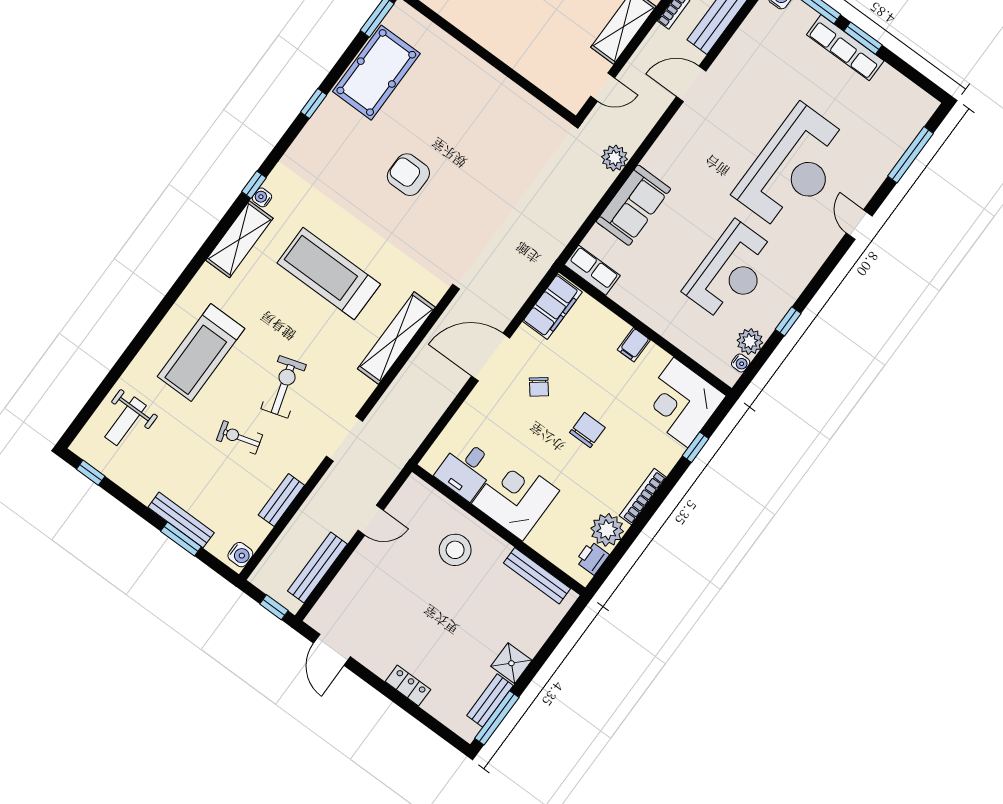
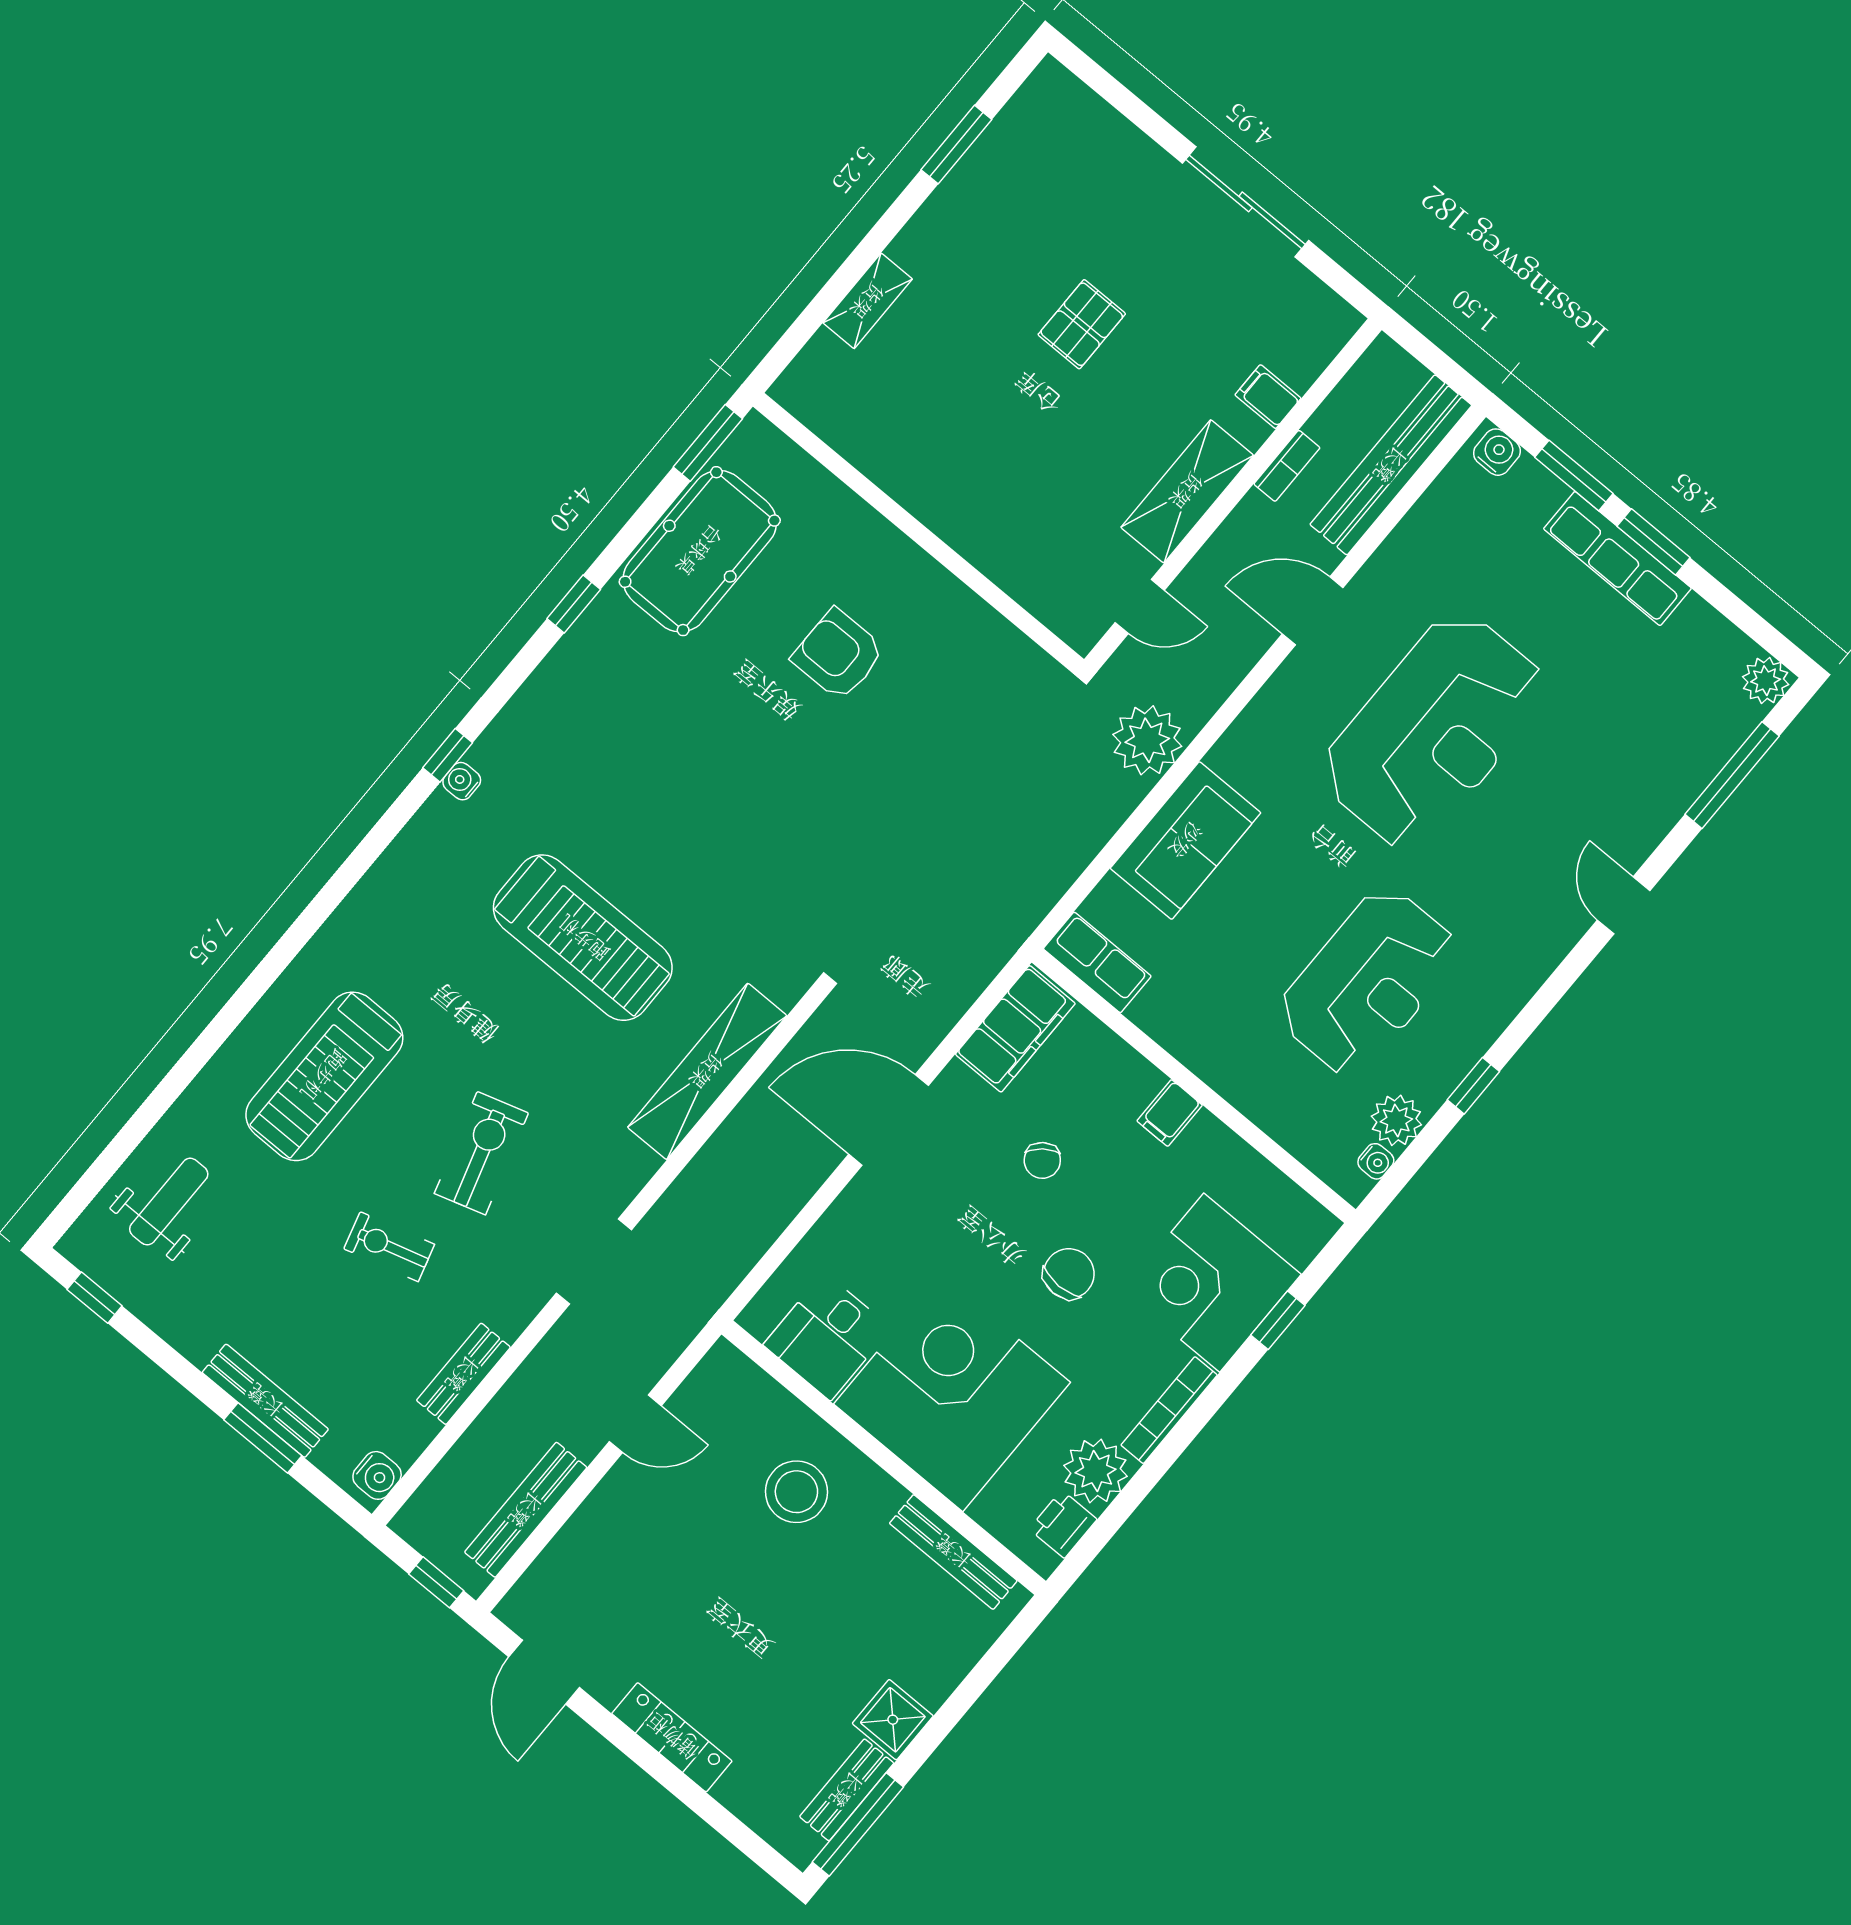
plant: (925, 105) -> (1766, 681), added
plant: (615, 158) -> (1147, 740), width x1.36, depth x1.36
reception desk: (793, 168) -> (1434, 731), moved
armchair: (408, 175) -> (838, 655), moved
shelving: (239, 239) -> (413, 860), removed
treadmill: (329, 274) -> (583, 938), turned 180
chair: (539, 387) -> (1042, 1160), moved
corner desk: (681, 403) -> (1212, 1283), moved
weight bench: (126, 421) -> (169, 1202), turned 180
corner desk: (516, 497) -> (952, 1393), width x1.36, depth x1.36
locker: (408, 686) -> (672, 1737), width x1.53

